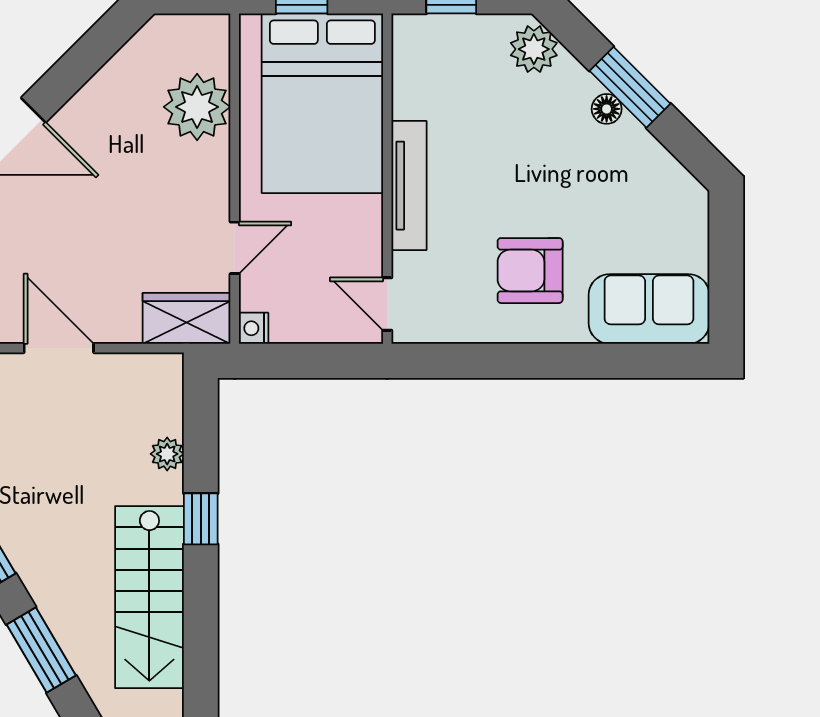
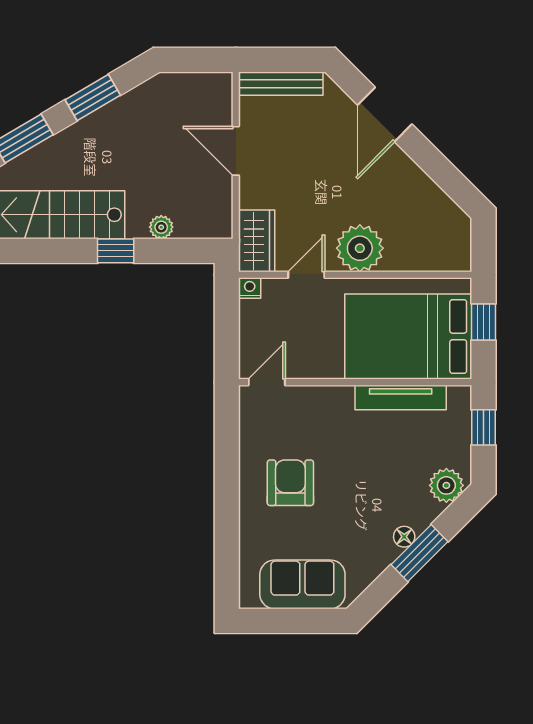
plant: (197, 107) -> (360, 248), moved
tv unit: (409, 186) -> (401, 398), moved
door: (235, 248) -> (306, 275), swing flipped
sofa: (649, 309) -> (302, 584), moved, turned -90
door: (59, 348) -> (236, 151), swing flipped

